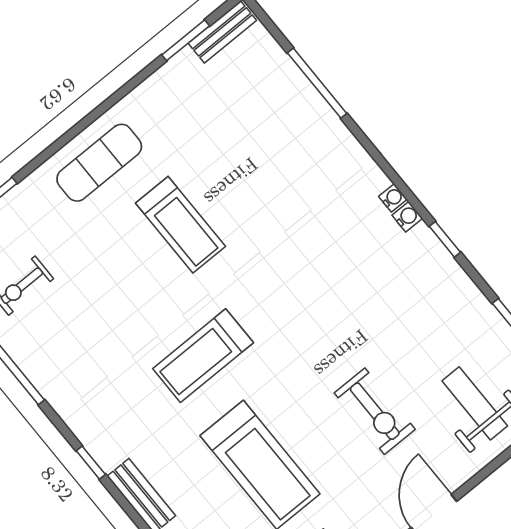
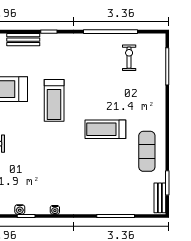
exercise mat: (99, 163) -> (147, 151), moved
water cooler: (407, 217) -> (20, 209), moved
treadmill: (203, 356) -> (54, 100), turned 180

